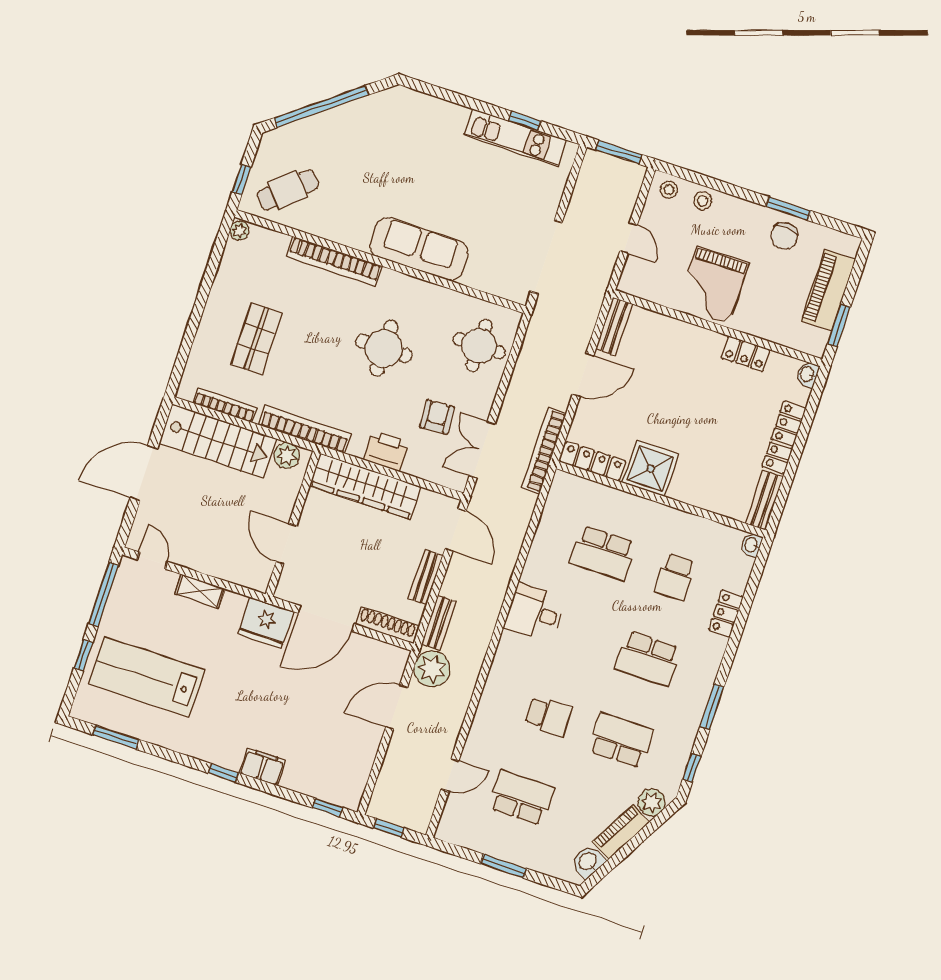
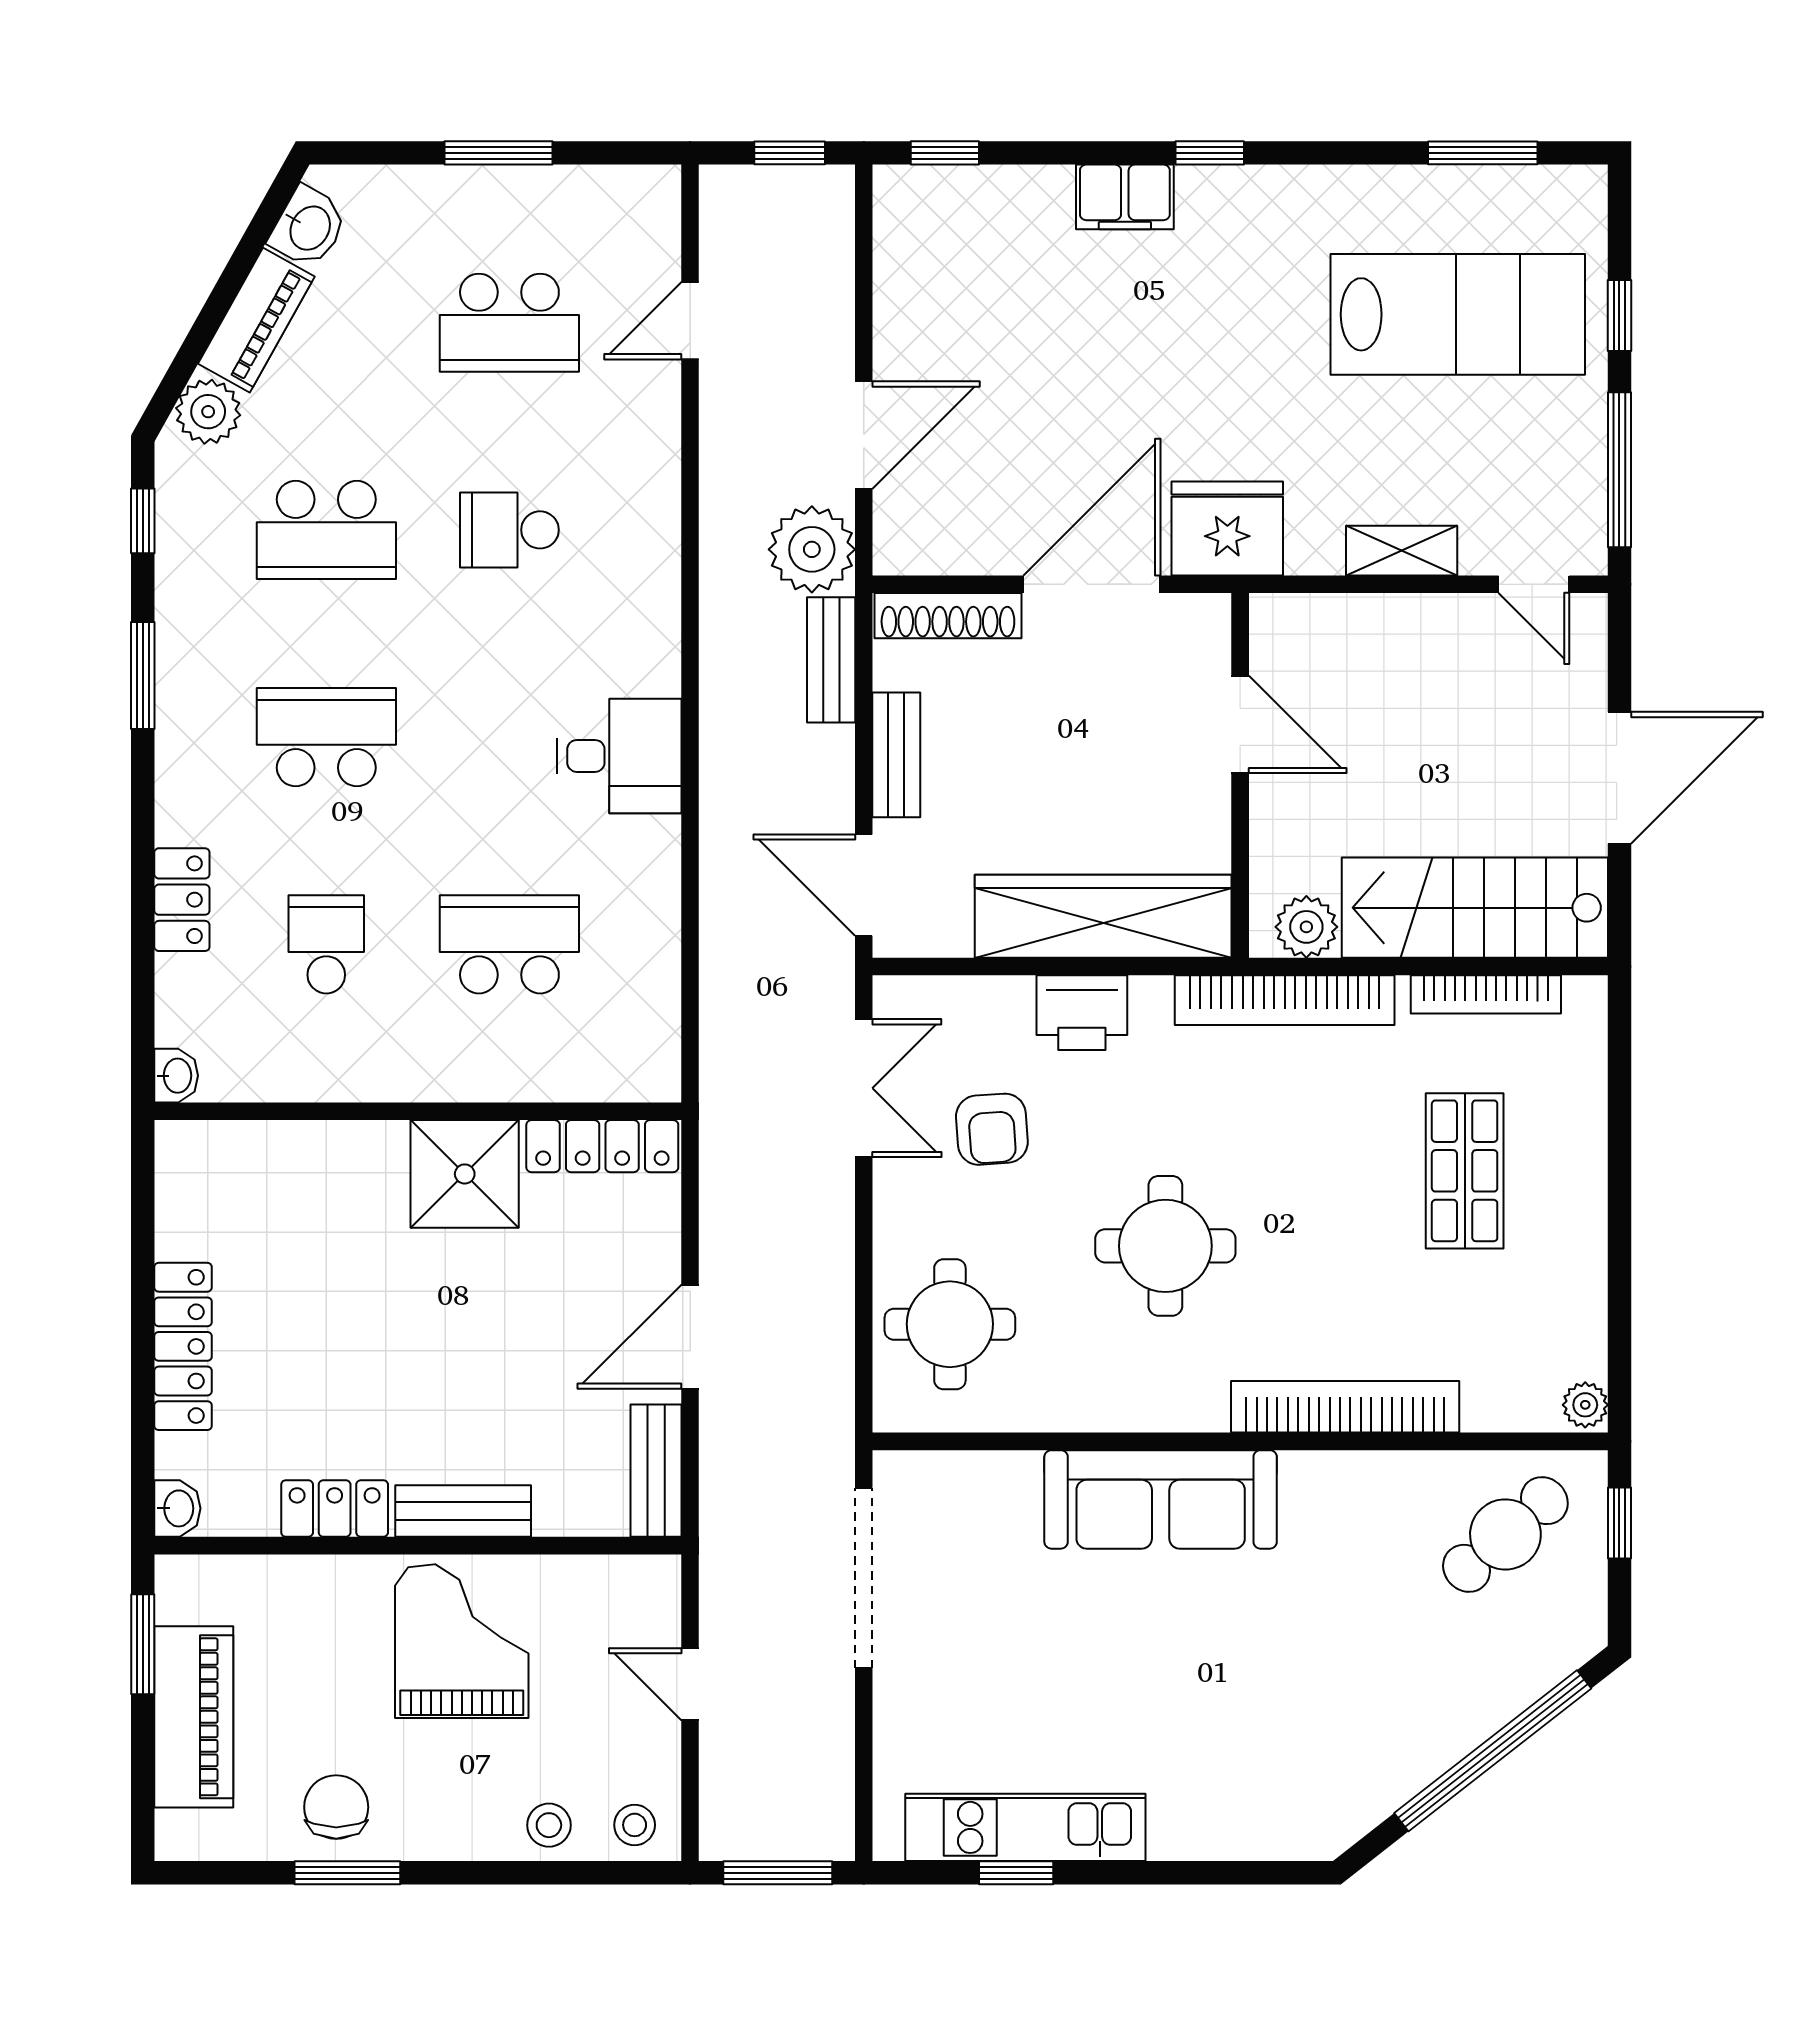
bookcase: (544, 450) -> (722, 1134), removed
bench: (764, 500) -> (463, 1511), moved, turned 90

